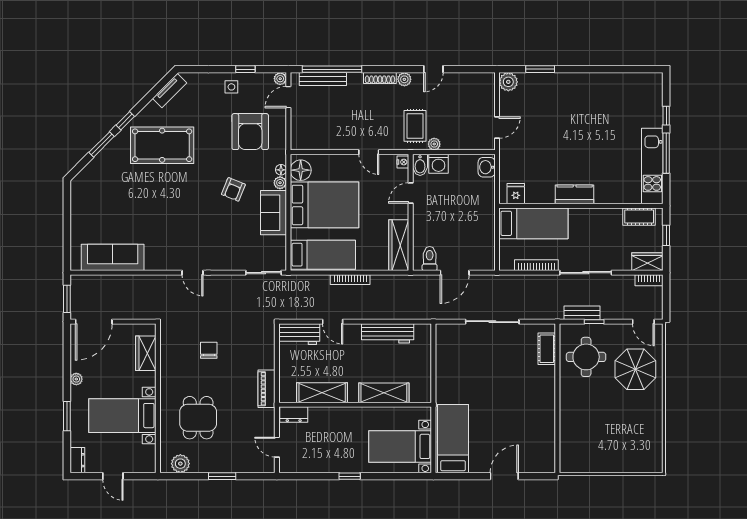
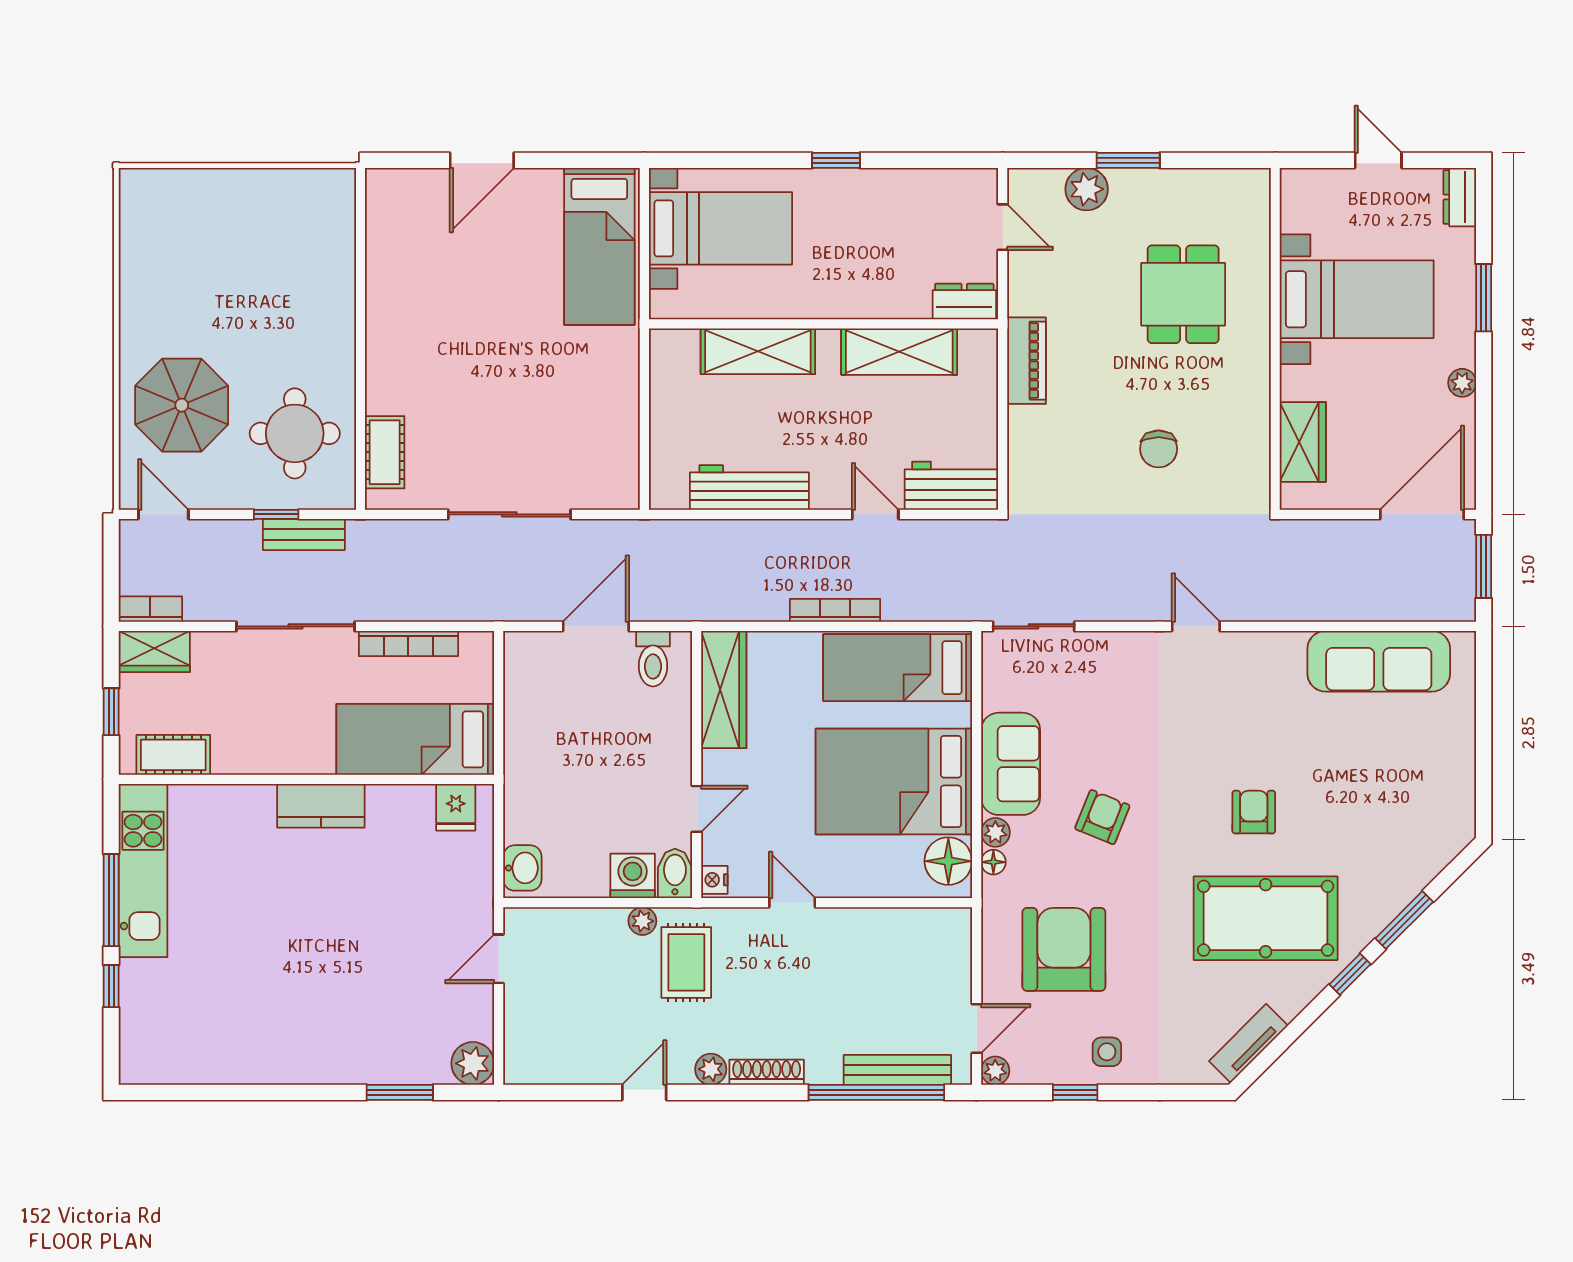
armchair: (167, 192) -> (1254, 812), added
plant: (180, 464) -> (1087, 189), moved

